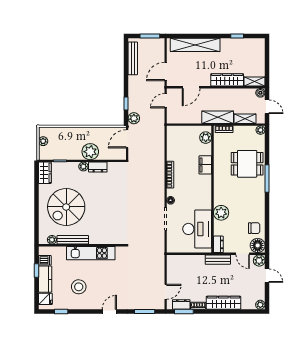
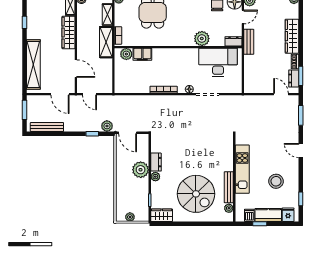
filing cabinet: (205, 165) -> (142, 54), moved

